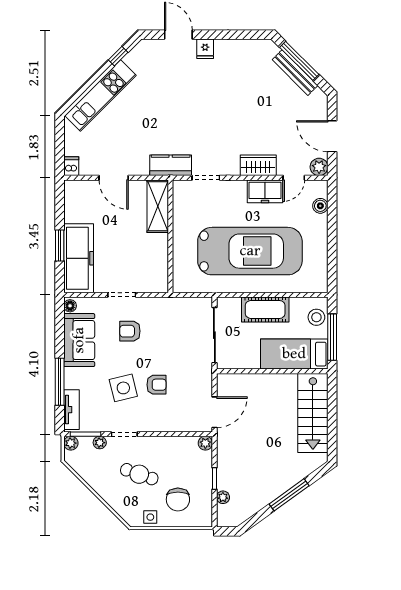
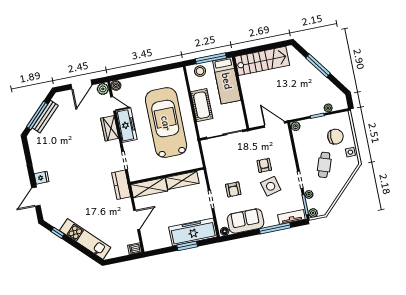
freezer: (265, 191) -> (127, 125), width x1.40
boiler: (320, 206) -> (116, 85), moved
shelving: (159, 258) -> (182, 180), added

